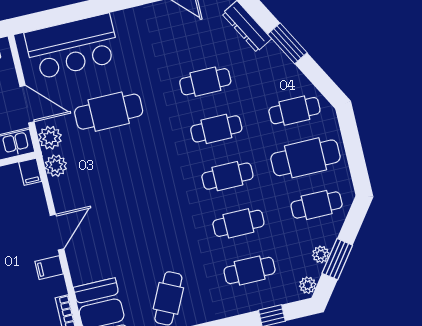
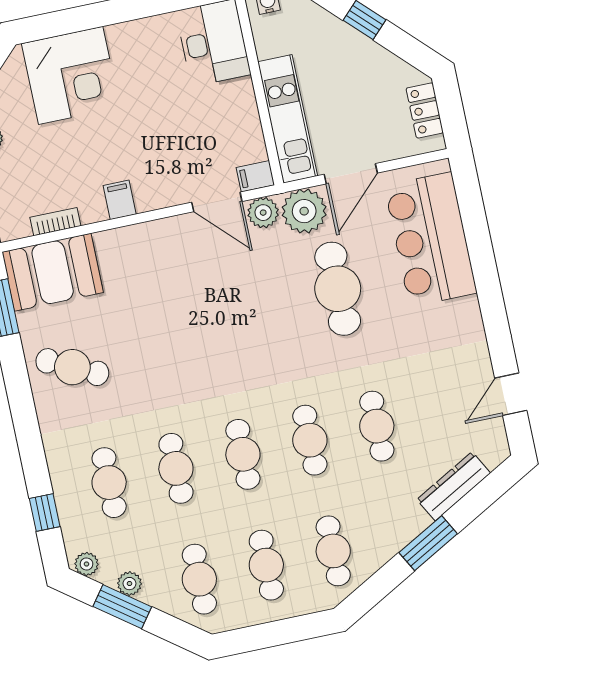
plant: (50, 138) -> (304, 211), width x1.36, depth x1.36
cafe table: (306, 158) -> (266, 565), width x0.73, depth x0.74
door: (57, 232) -> (217, 202), moved

